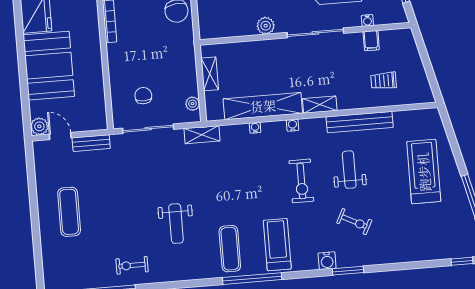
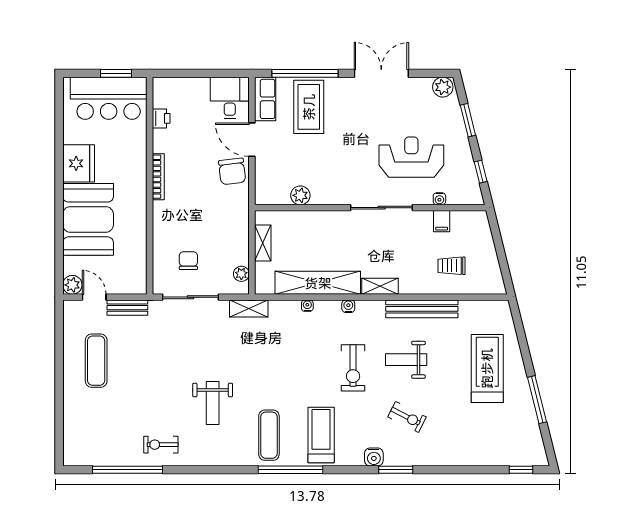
plant: (266, 26) -> (300, 195), moved
weight bench: (349, 170) -> (406, 360), turned -90
exercise mat: (69, 212) -> (96, 361), moved

